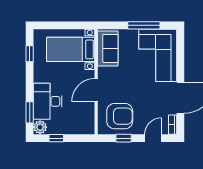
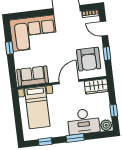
window: (144, 25) -> (9, 48), width x0.46
door: (96, 90) -> (69, 82), swing flipped
window: (30, 112) -> (75, 138), moved
armchair: (120, 116) -> (89, 59), turned 180
wardrobe: (87, 121) -> (96, 86), added

